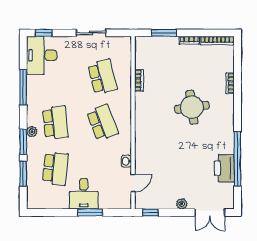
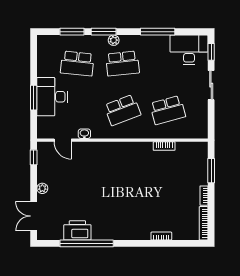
sliding door: (91, 33) -> (211, 85), moved
round table: (192, 107) -> (138, 198), removed
desk: (84, 194) -> (52, 97), width x1.37

